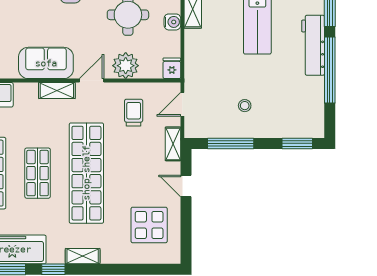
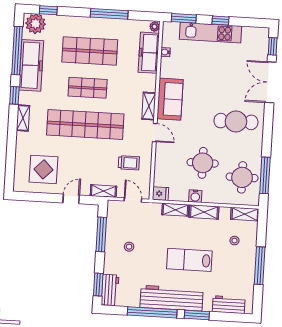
workbench: (313, 45) -> (172, 298), width x1.36, depth x1.32
shelving: (192, 47) -> (175, 210), added
plant: (126, 66) -> (165, 159), removed
workbench: (303, 127) -> (110, 290), added

